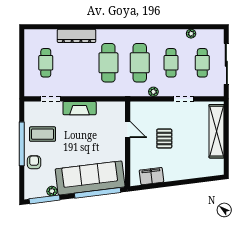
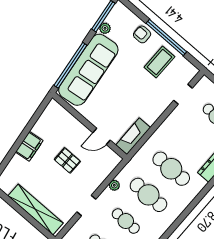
fireplace: (80, 108) -> (133, 136), moved
armchair: (34, 162) -> (142, 34), turned 180
filing cabinet: (151, 176) -> (29, 146), moved

